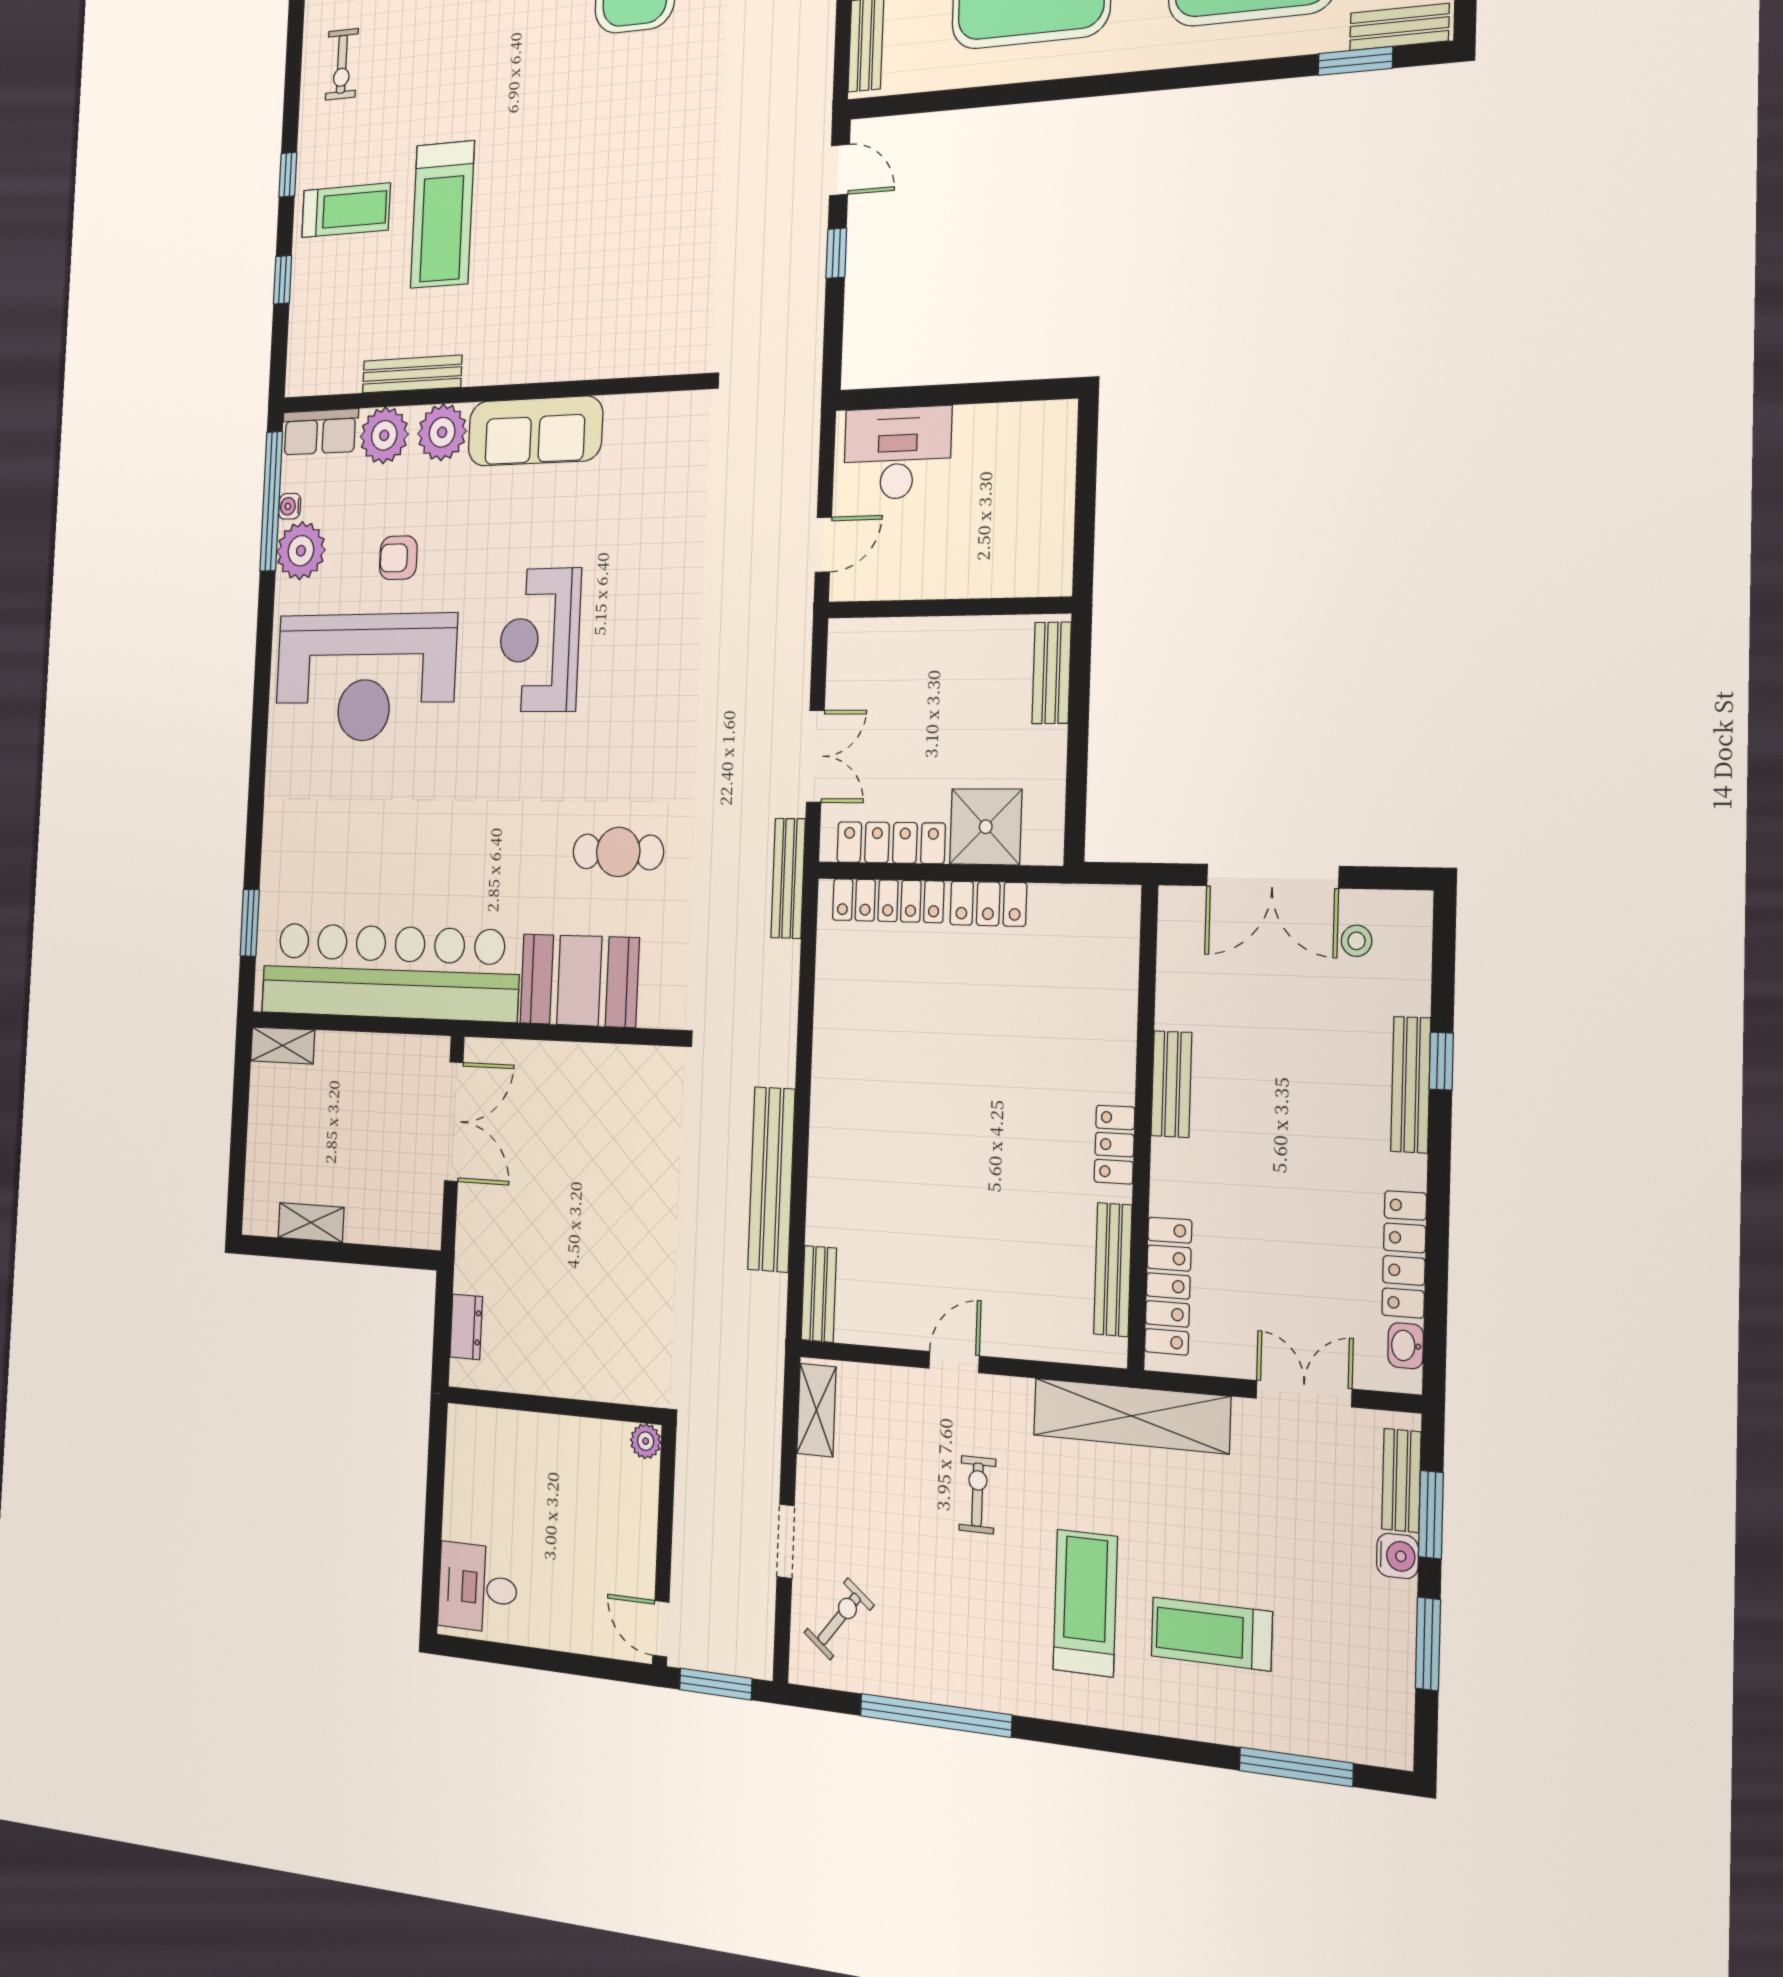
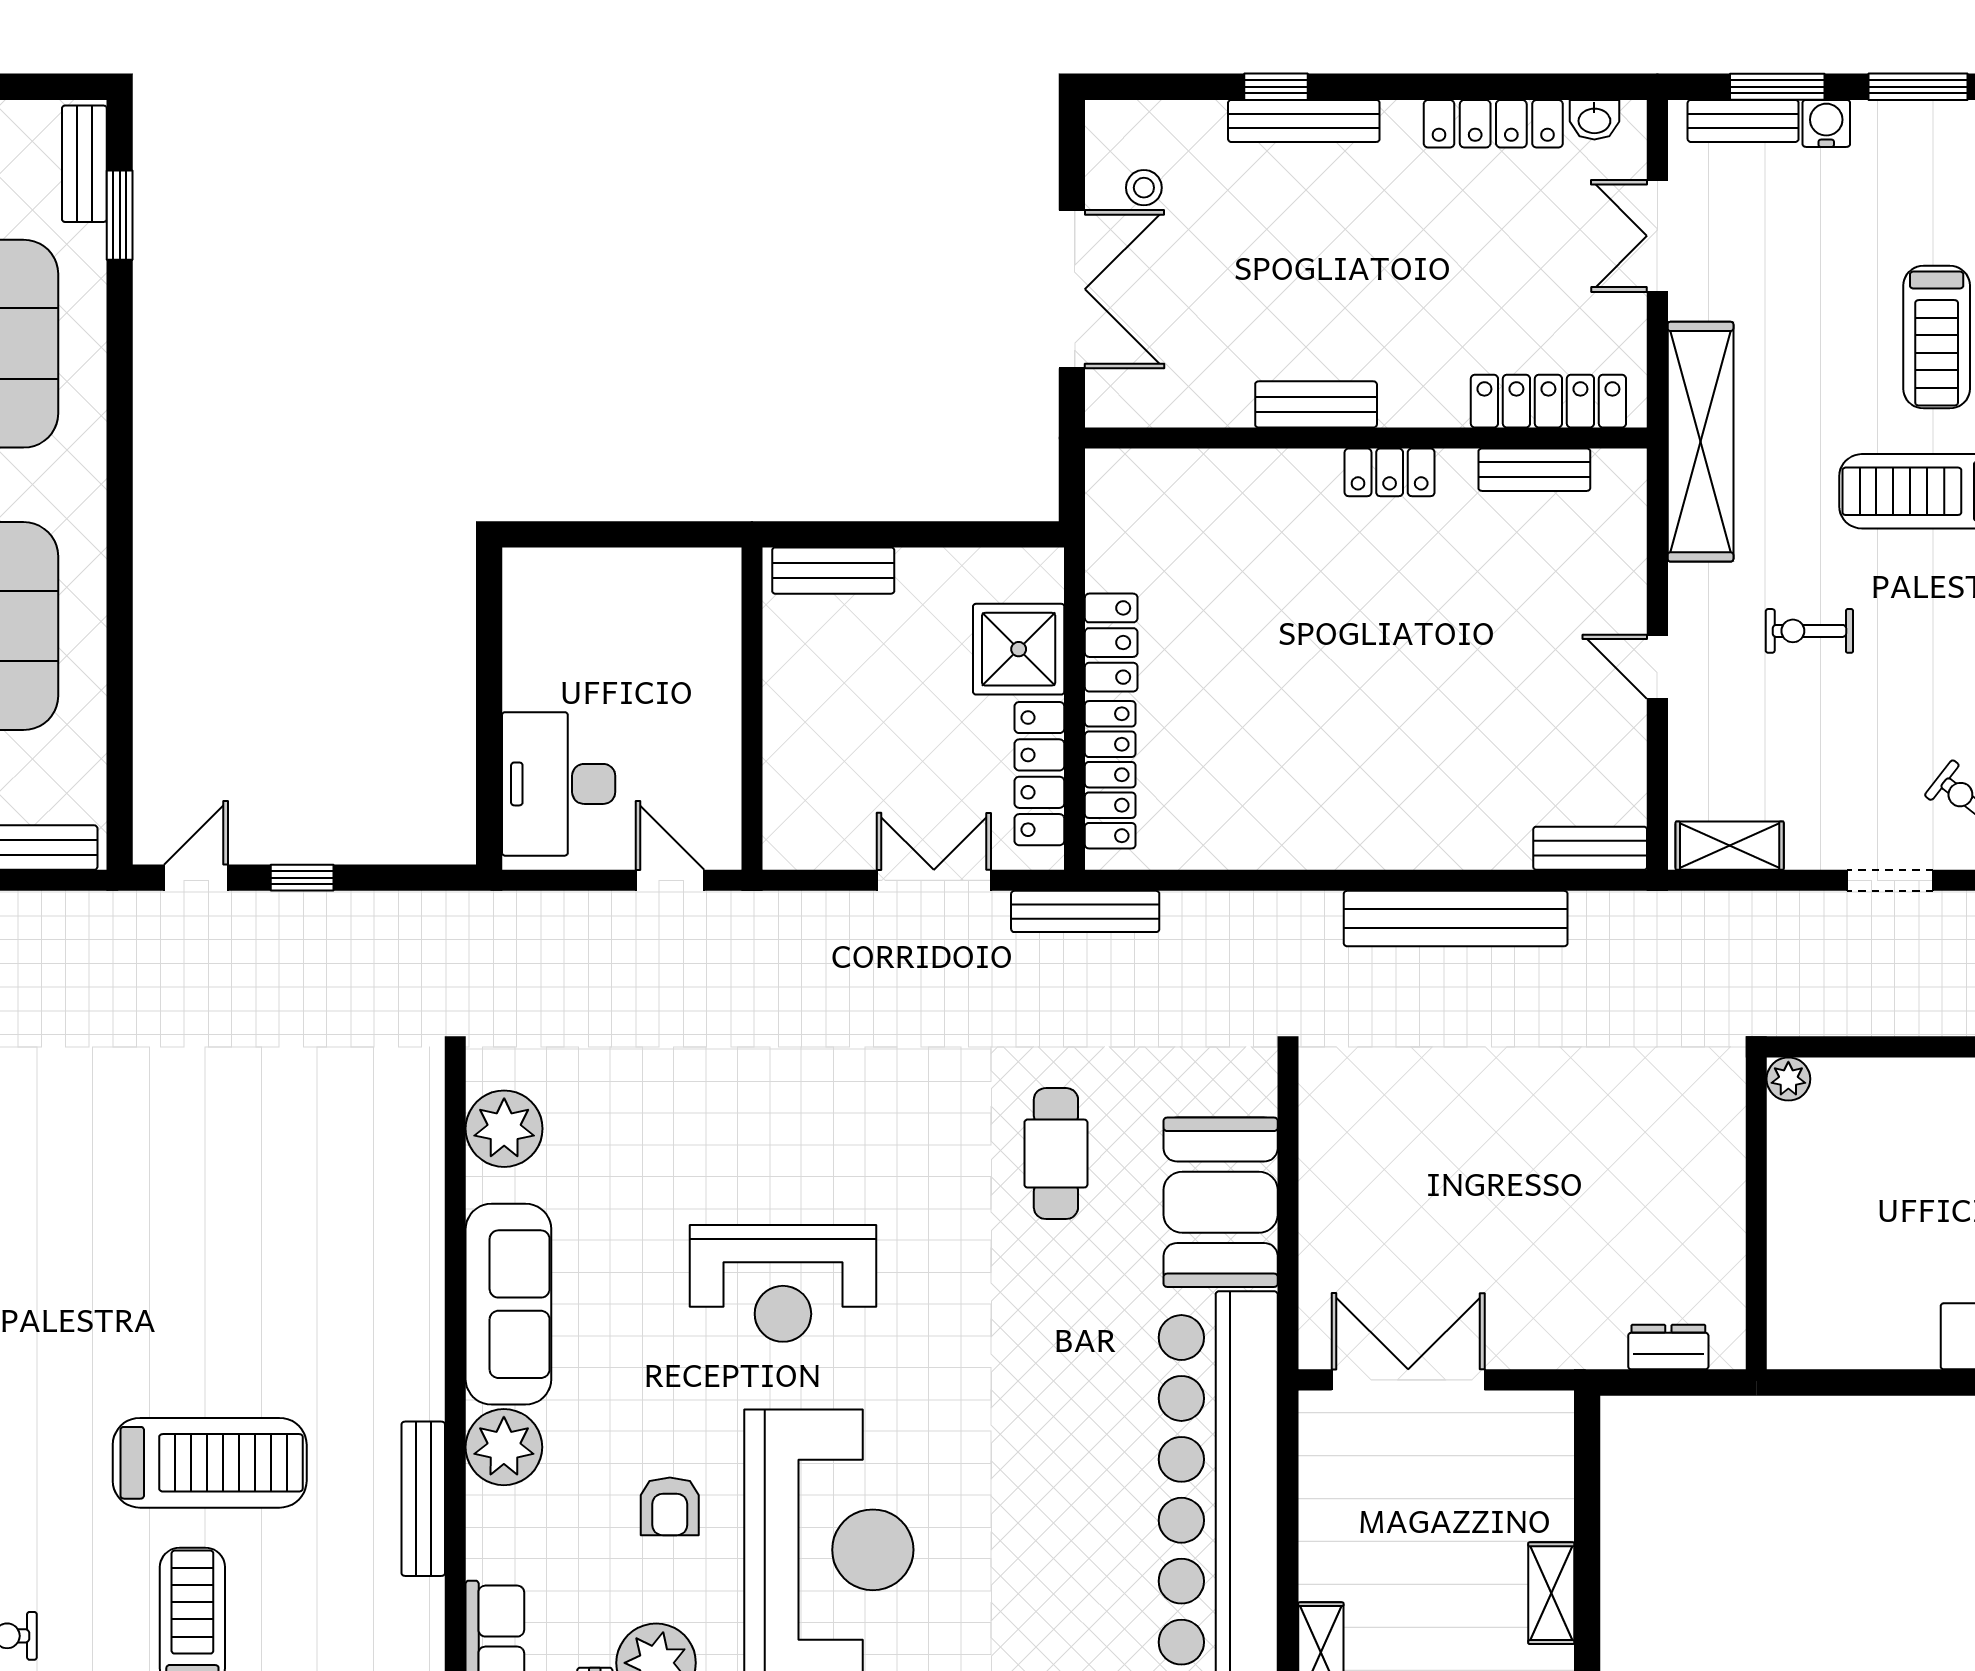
plant: (384, 435) -> (504, 1129), moved
bench: (1113, 1270) -> (1534, 470), width x0.73

